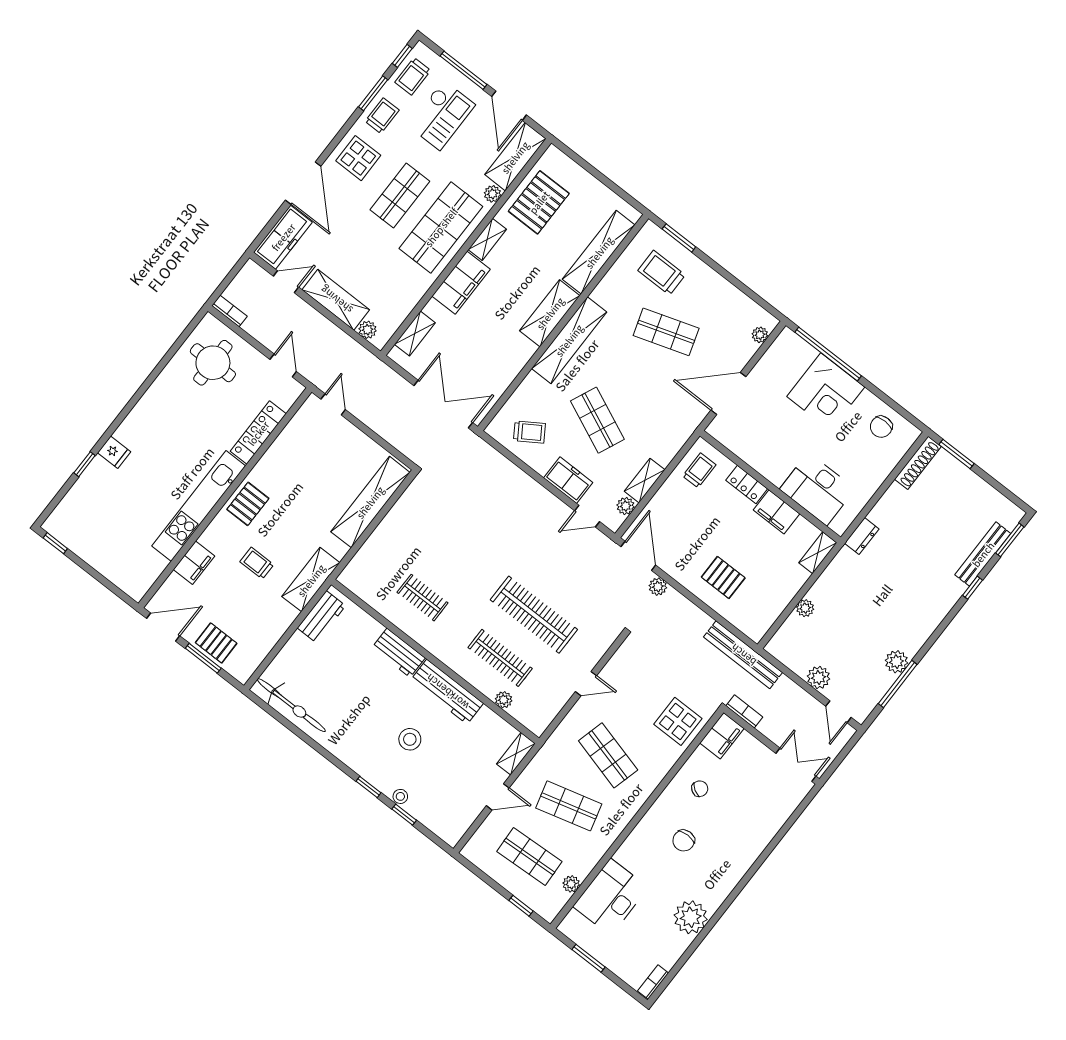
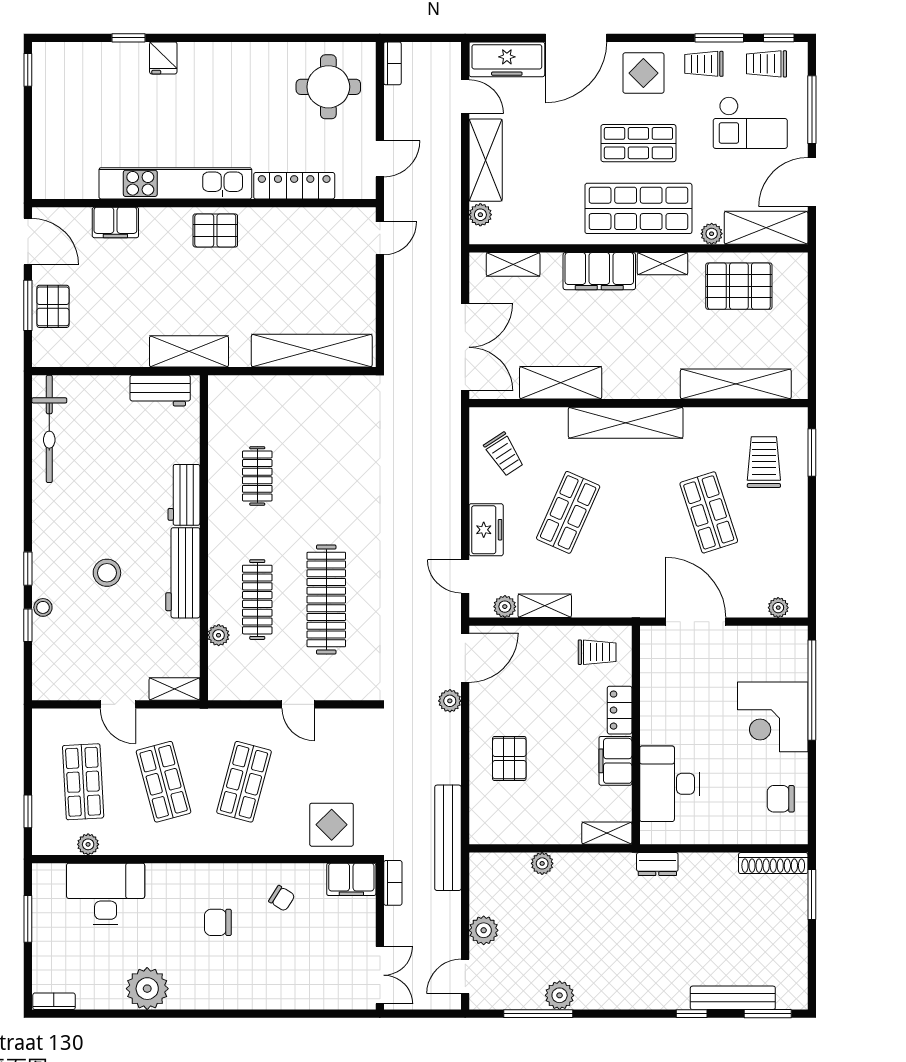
trolley: (382, 116) -> (704, 64), turned 180
shelving: (550, 313) -> (561, 383), moved
trolley: (257, 563) -> (163, 285), removed

